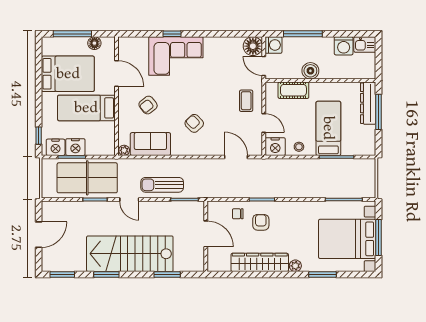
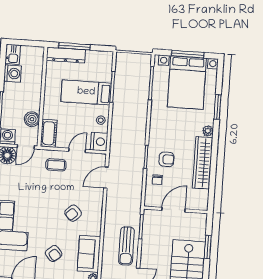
boiler: (310, 71) -> (32, 119), moved
cot: (293, 90) -> (49, 133), moved
armchair: (261, 222) -> (166, 159), turned 180

